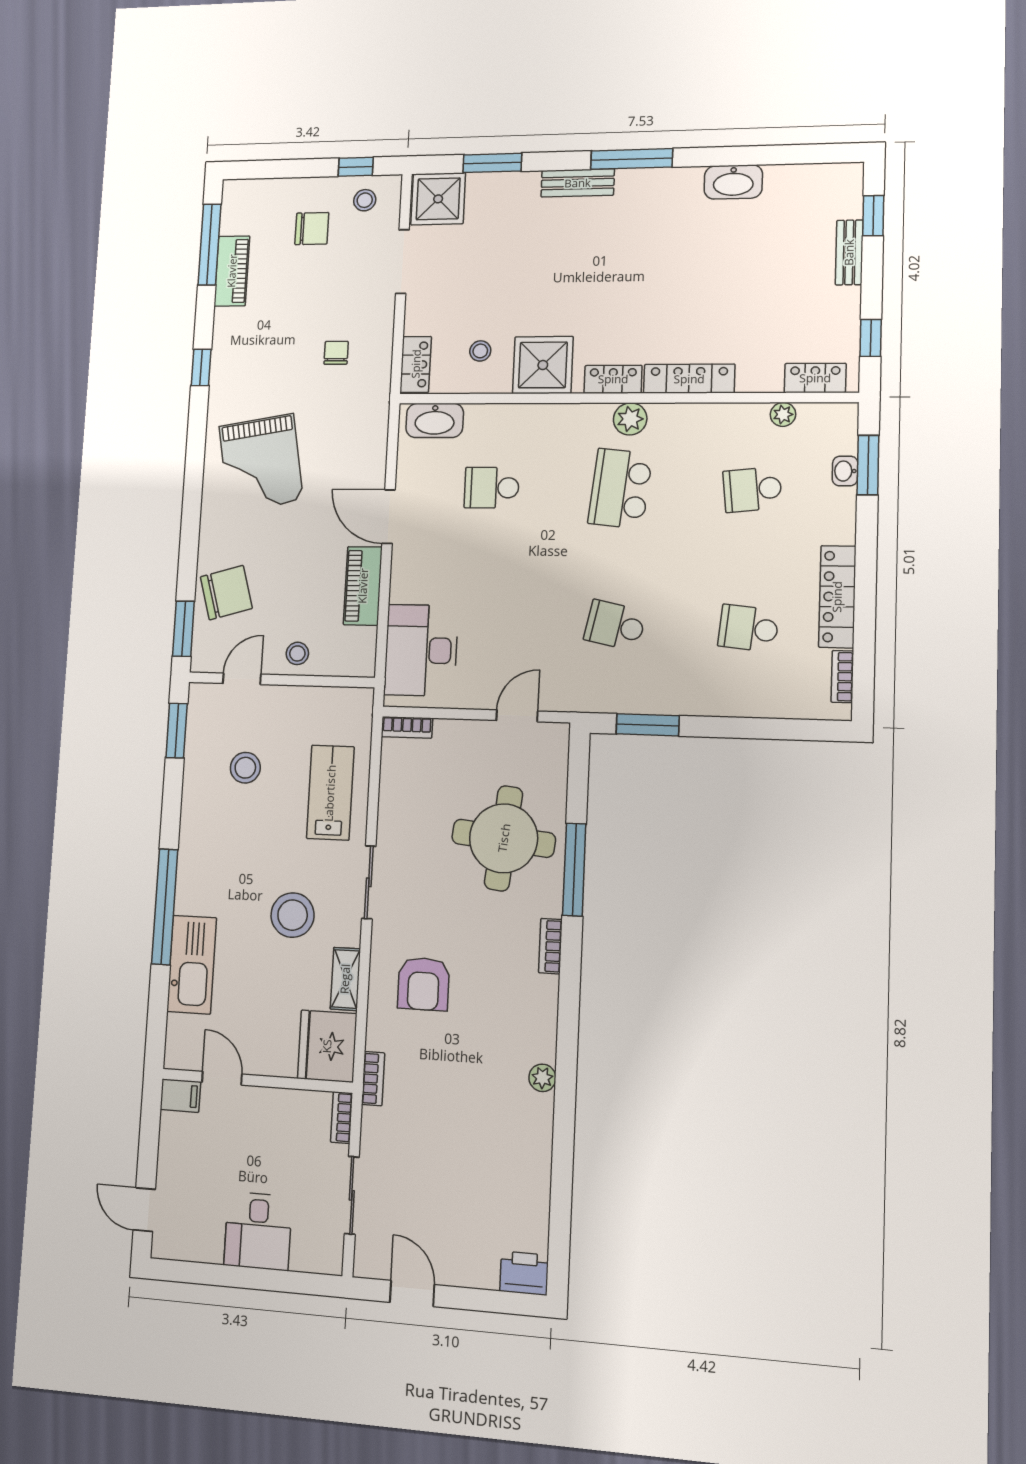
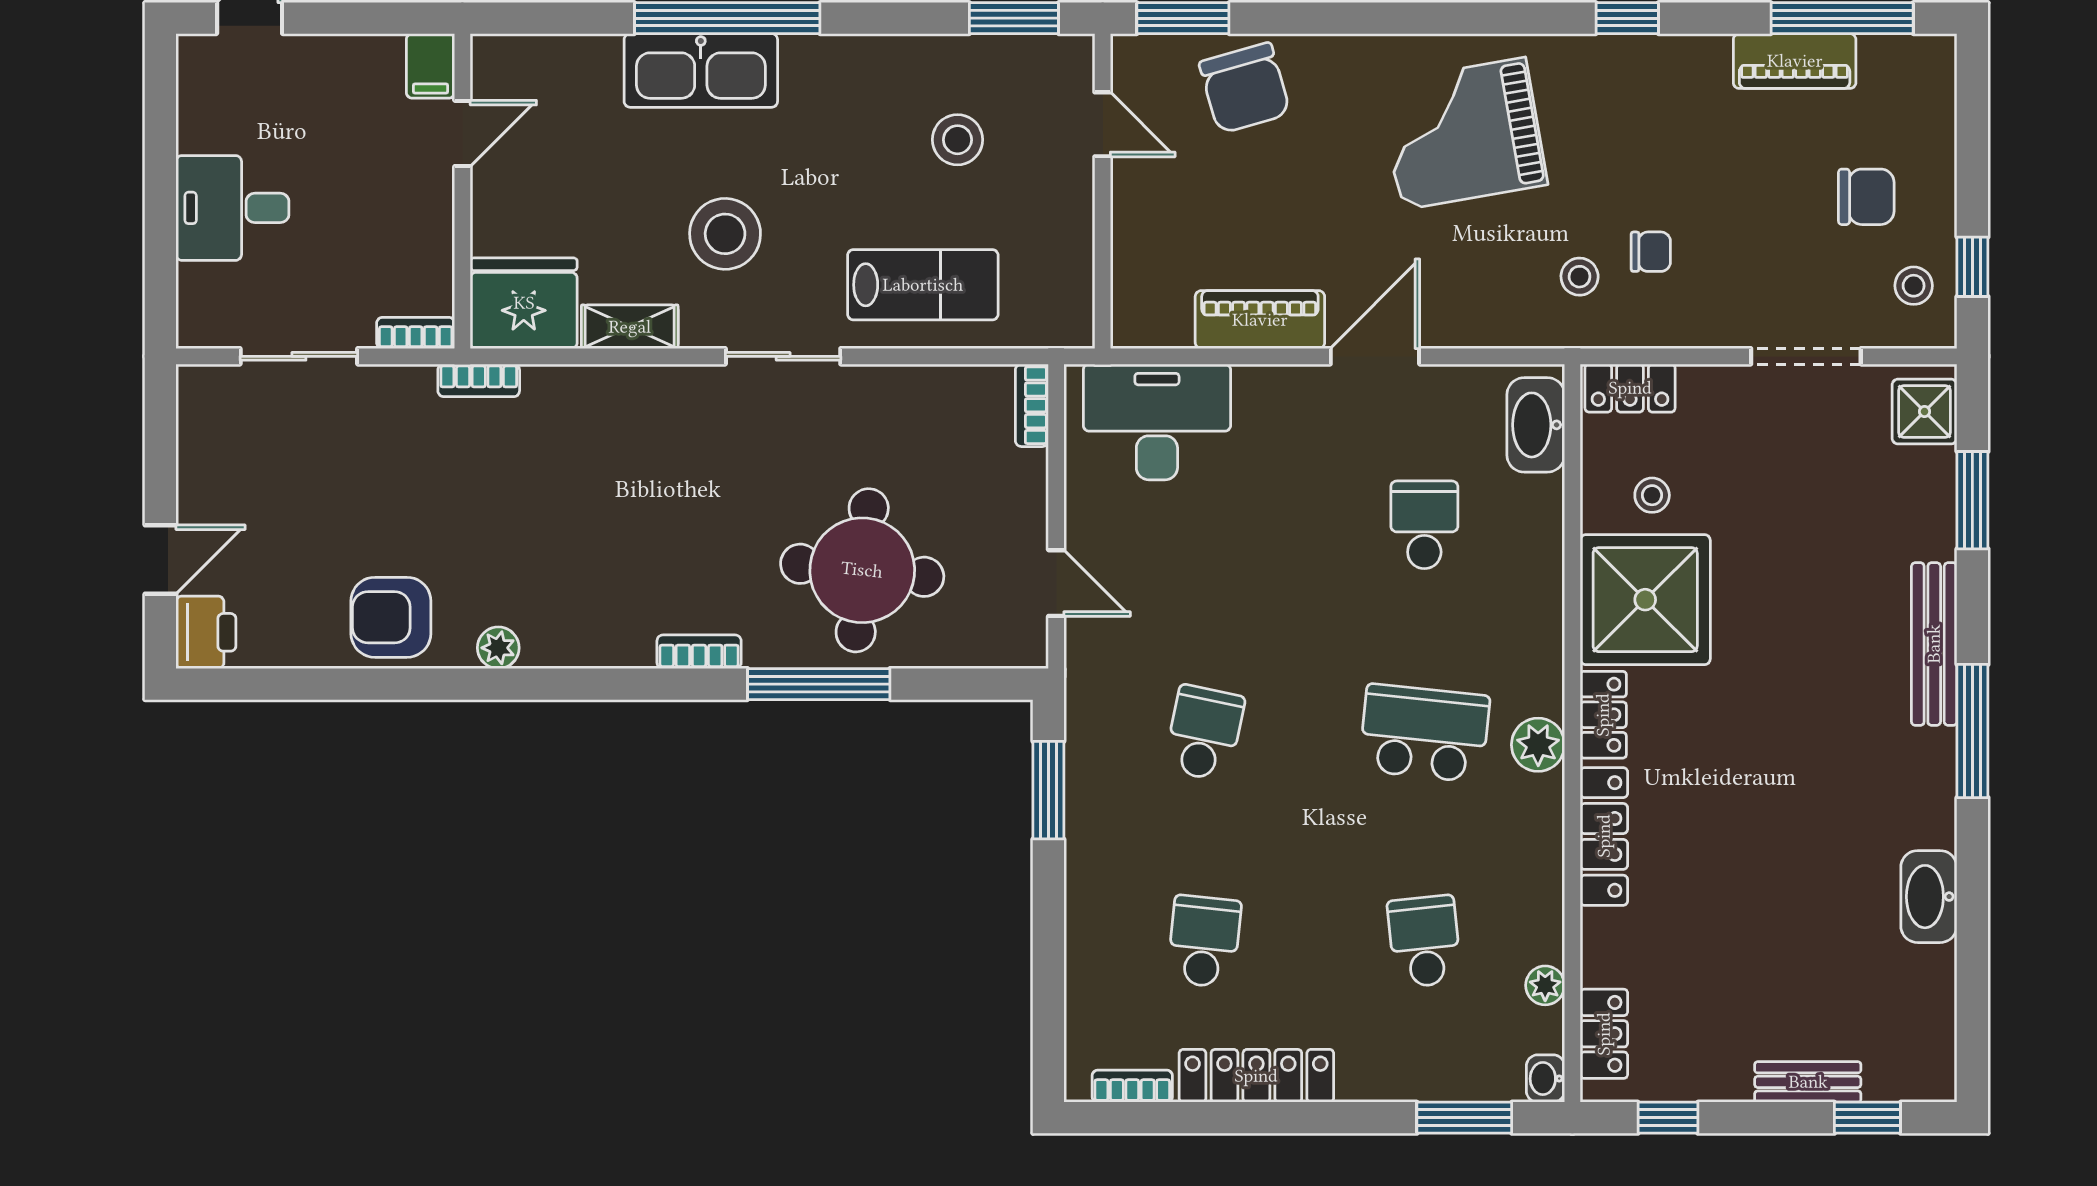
bench: (578, 183) -> (1934, 644), width x1.36
shower: (438, 199) -> (1925, 412), width x0.73, depth x0.73
chair: (312, 229) -> (1866, 197), turned -90
shower: (543, 365) -> (1645, 600), width x1.37, depth x1.37
washbasin: (845, 471) -> (1545, 1079), moved, turned -90
stool: (297, 653) -> (1580, 277), moved
kitchen sink: (192, 965) -> (701, 70), moved
armchair: (423, 984) -> (391, 617), moved
door: (412, 1293) -> (160, 559), moved

